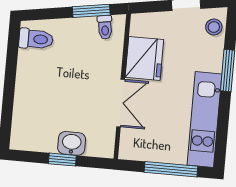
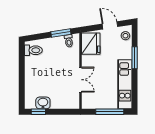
fridge: (144, 58) -> (91, 44), moved
washbasin: (72, 143) -> (43, 103), moved
window: (62, 160) -> (38, 112), moved

